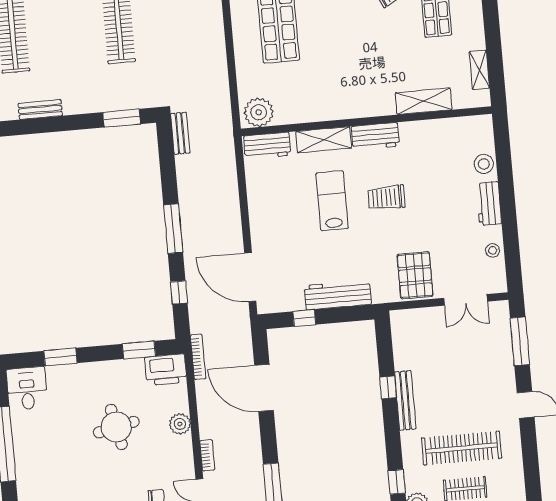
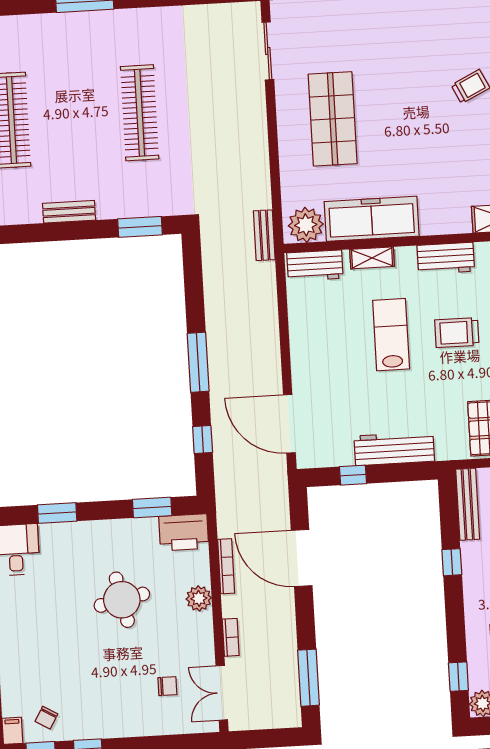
freezer: (313, 106) -> (372, 219), added
bench: (40, 110) -> (69, 212), moved
bench: (180, 133) -> (264, 235), moved
shelving: (324, 140) -> (372, 258), width x0.67, depth x0.75
bookcase: (198, 357) -> (226, 566), moved
bench: (405, 400) -> (468, 504), moved

